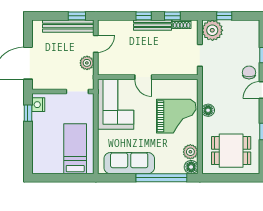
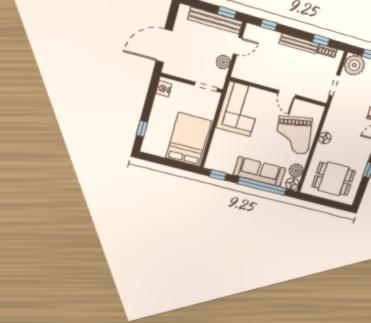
window: (144, 16) -> (269, 25), moved
door: (143, 77) -> (287, 94), moved
window: (28, 113) -> (142, 129), moved
grand piano: (176, 116) -> (294, 135), turned 79
bed: (75, 149) -> (188, 139), width x1.50
sofa: (129, 163) -> (259, 172), moved
window: (114, 178) -> (218, 175), added

